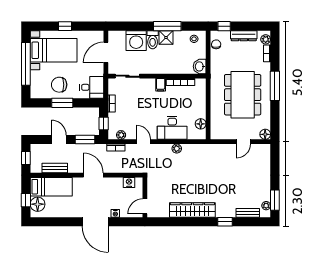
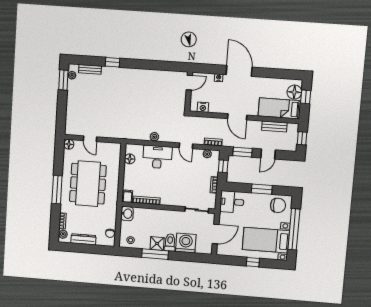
window: (224, 26) -> (101, 250), removed
chair: (59, 85) -> (278, 205), moved
filing cabinet: (161, 85) -> (128, 196), moved
door: (59, 139) -> (268, 154), hinge flipped
door: (243, 142) -> (90, 139), swing flipped
wardrobe: (192, 210) -> (143, 76), removed

